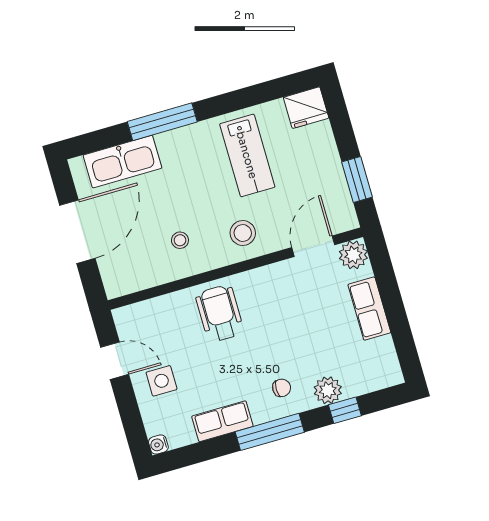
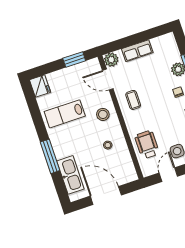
lab bench: (247, 155) -> (65, 114), turned 180
coffee table: (270, 296) -> (133, 100), added
wheelchair: (220, 313) -> (147, 145), moved, turned 90

